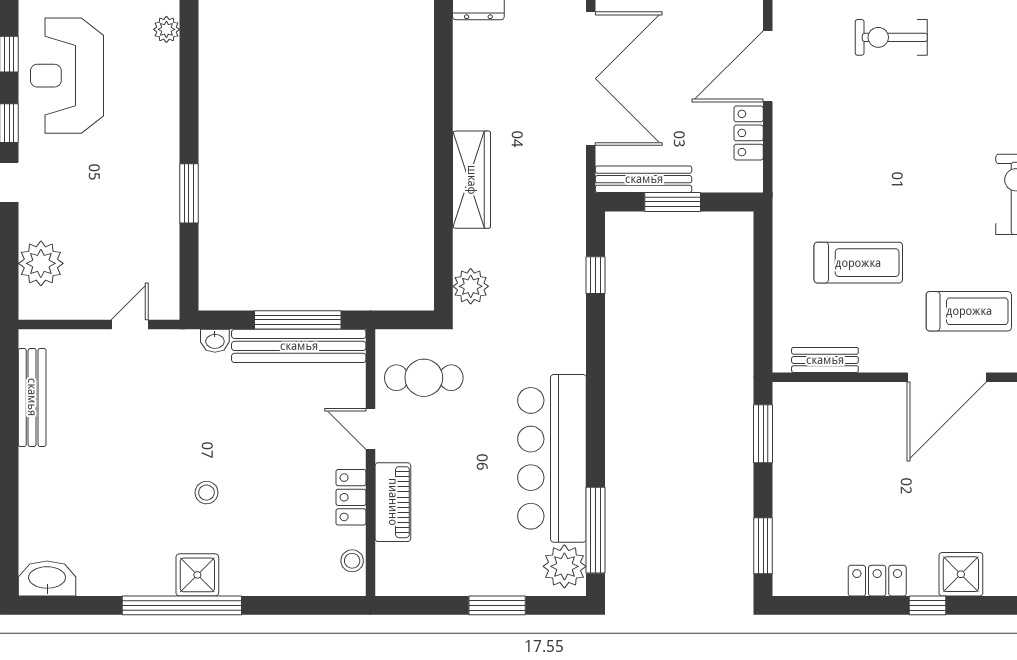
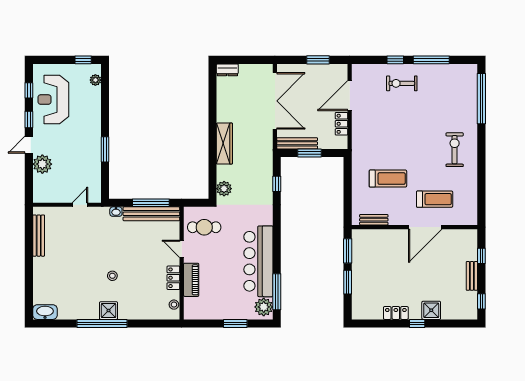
plant: (41, 263) -> (42, 164), moved
window: (763, 546) -> (348, 282), moved

